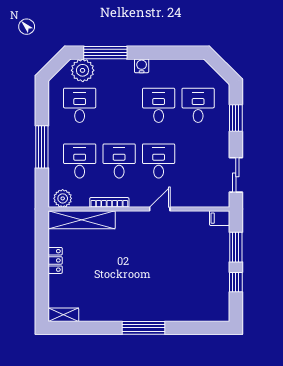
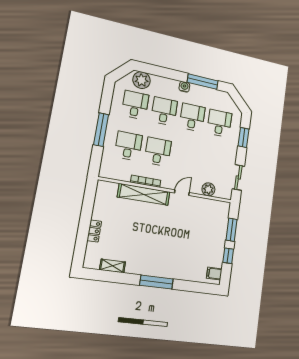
window: (105, 53) -> (203, 82), moved
desk: (159, 161) -> (164, 111), moved
plant: (63, 198) -> (208, 189), moved
filing cabinet: (220, 218) -> (214, 273), moved
shelving: (82, 220) -> (144, 194), moved
locker: (55, 260) -> (94, 231), moved
shelving: (63, 315) -> (113, 266), moved

